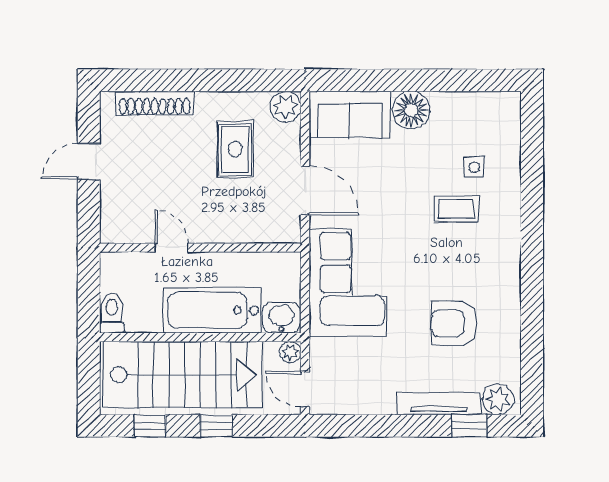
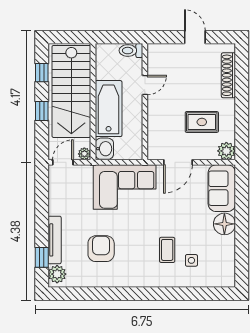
toilet: (112, 313) -> (131, 51), moved, turned 180

